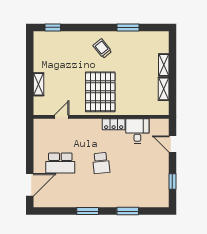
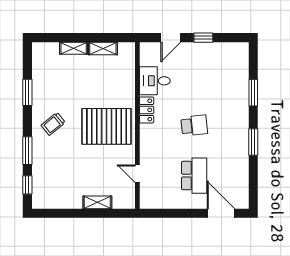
window: (81, 27) -> (27, 151), added
window: (172, 182) -> (203, 38), moved

